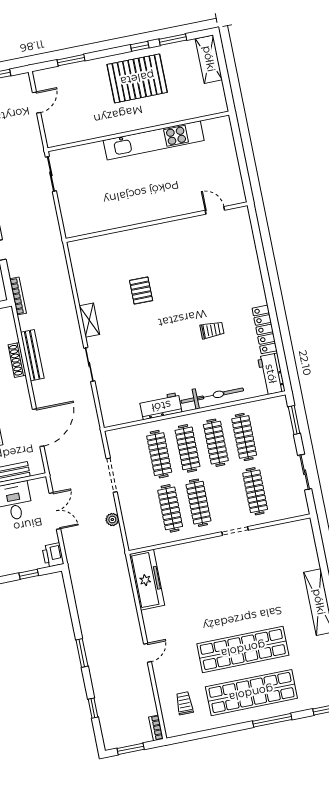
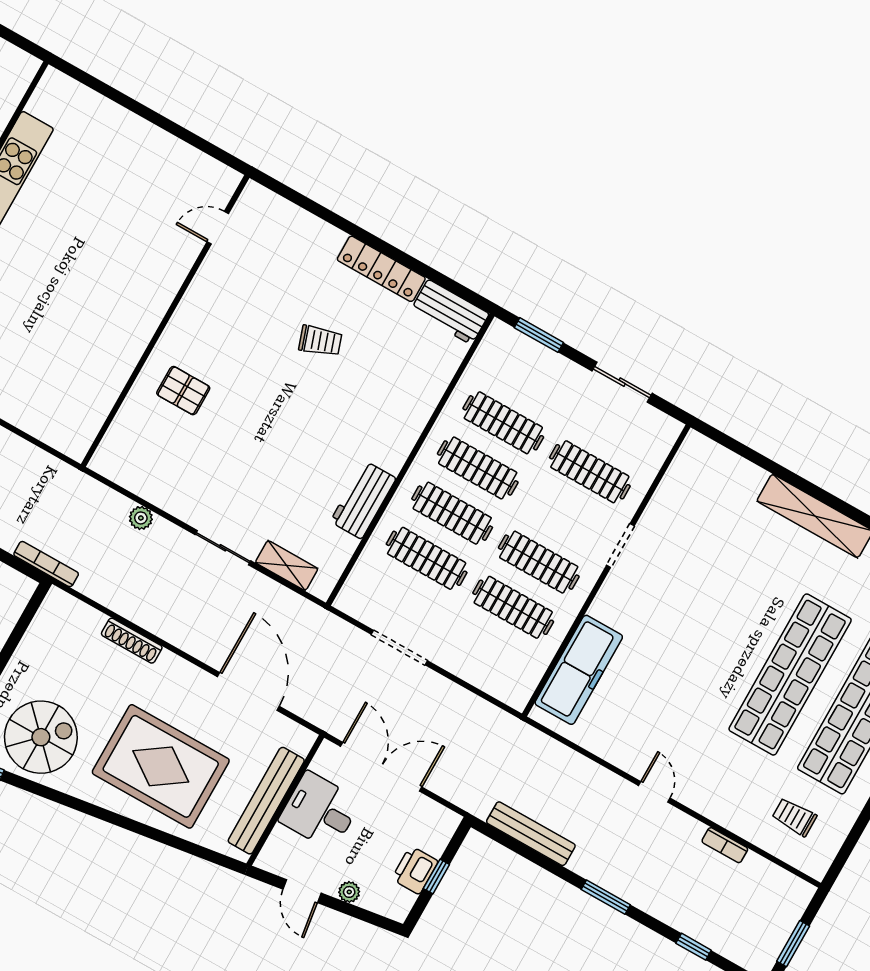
door: (215, 210) -> (218, 228), moved
wall: (157, 222) -> (165, 321), moved
shelving: (89, 320) -> (287, 566), moved
trolley: (212, 330) -> (320, 341), turned 71
bench: (32, 355) -> (531, 834), moved
bicycle: (212, 396) -> (409, 418), removed
double door: (55, 511) -> (381, 767), width x1.37
plant: (112, 520) -> (141, 518), moved
printer: (53, 555) -> (415, 870), moved, turned 90
freezer: (147, 580) -> (579, 670), moved, turned 90
door: (147, 653) -> (654, 792), moved
bookcase: (156, 728) -> (725, 845), moved

